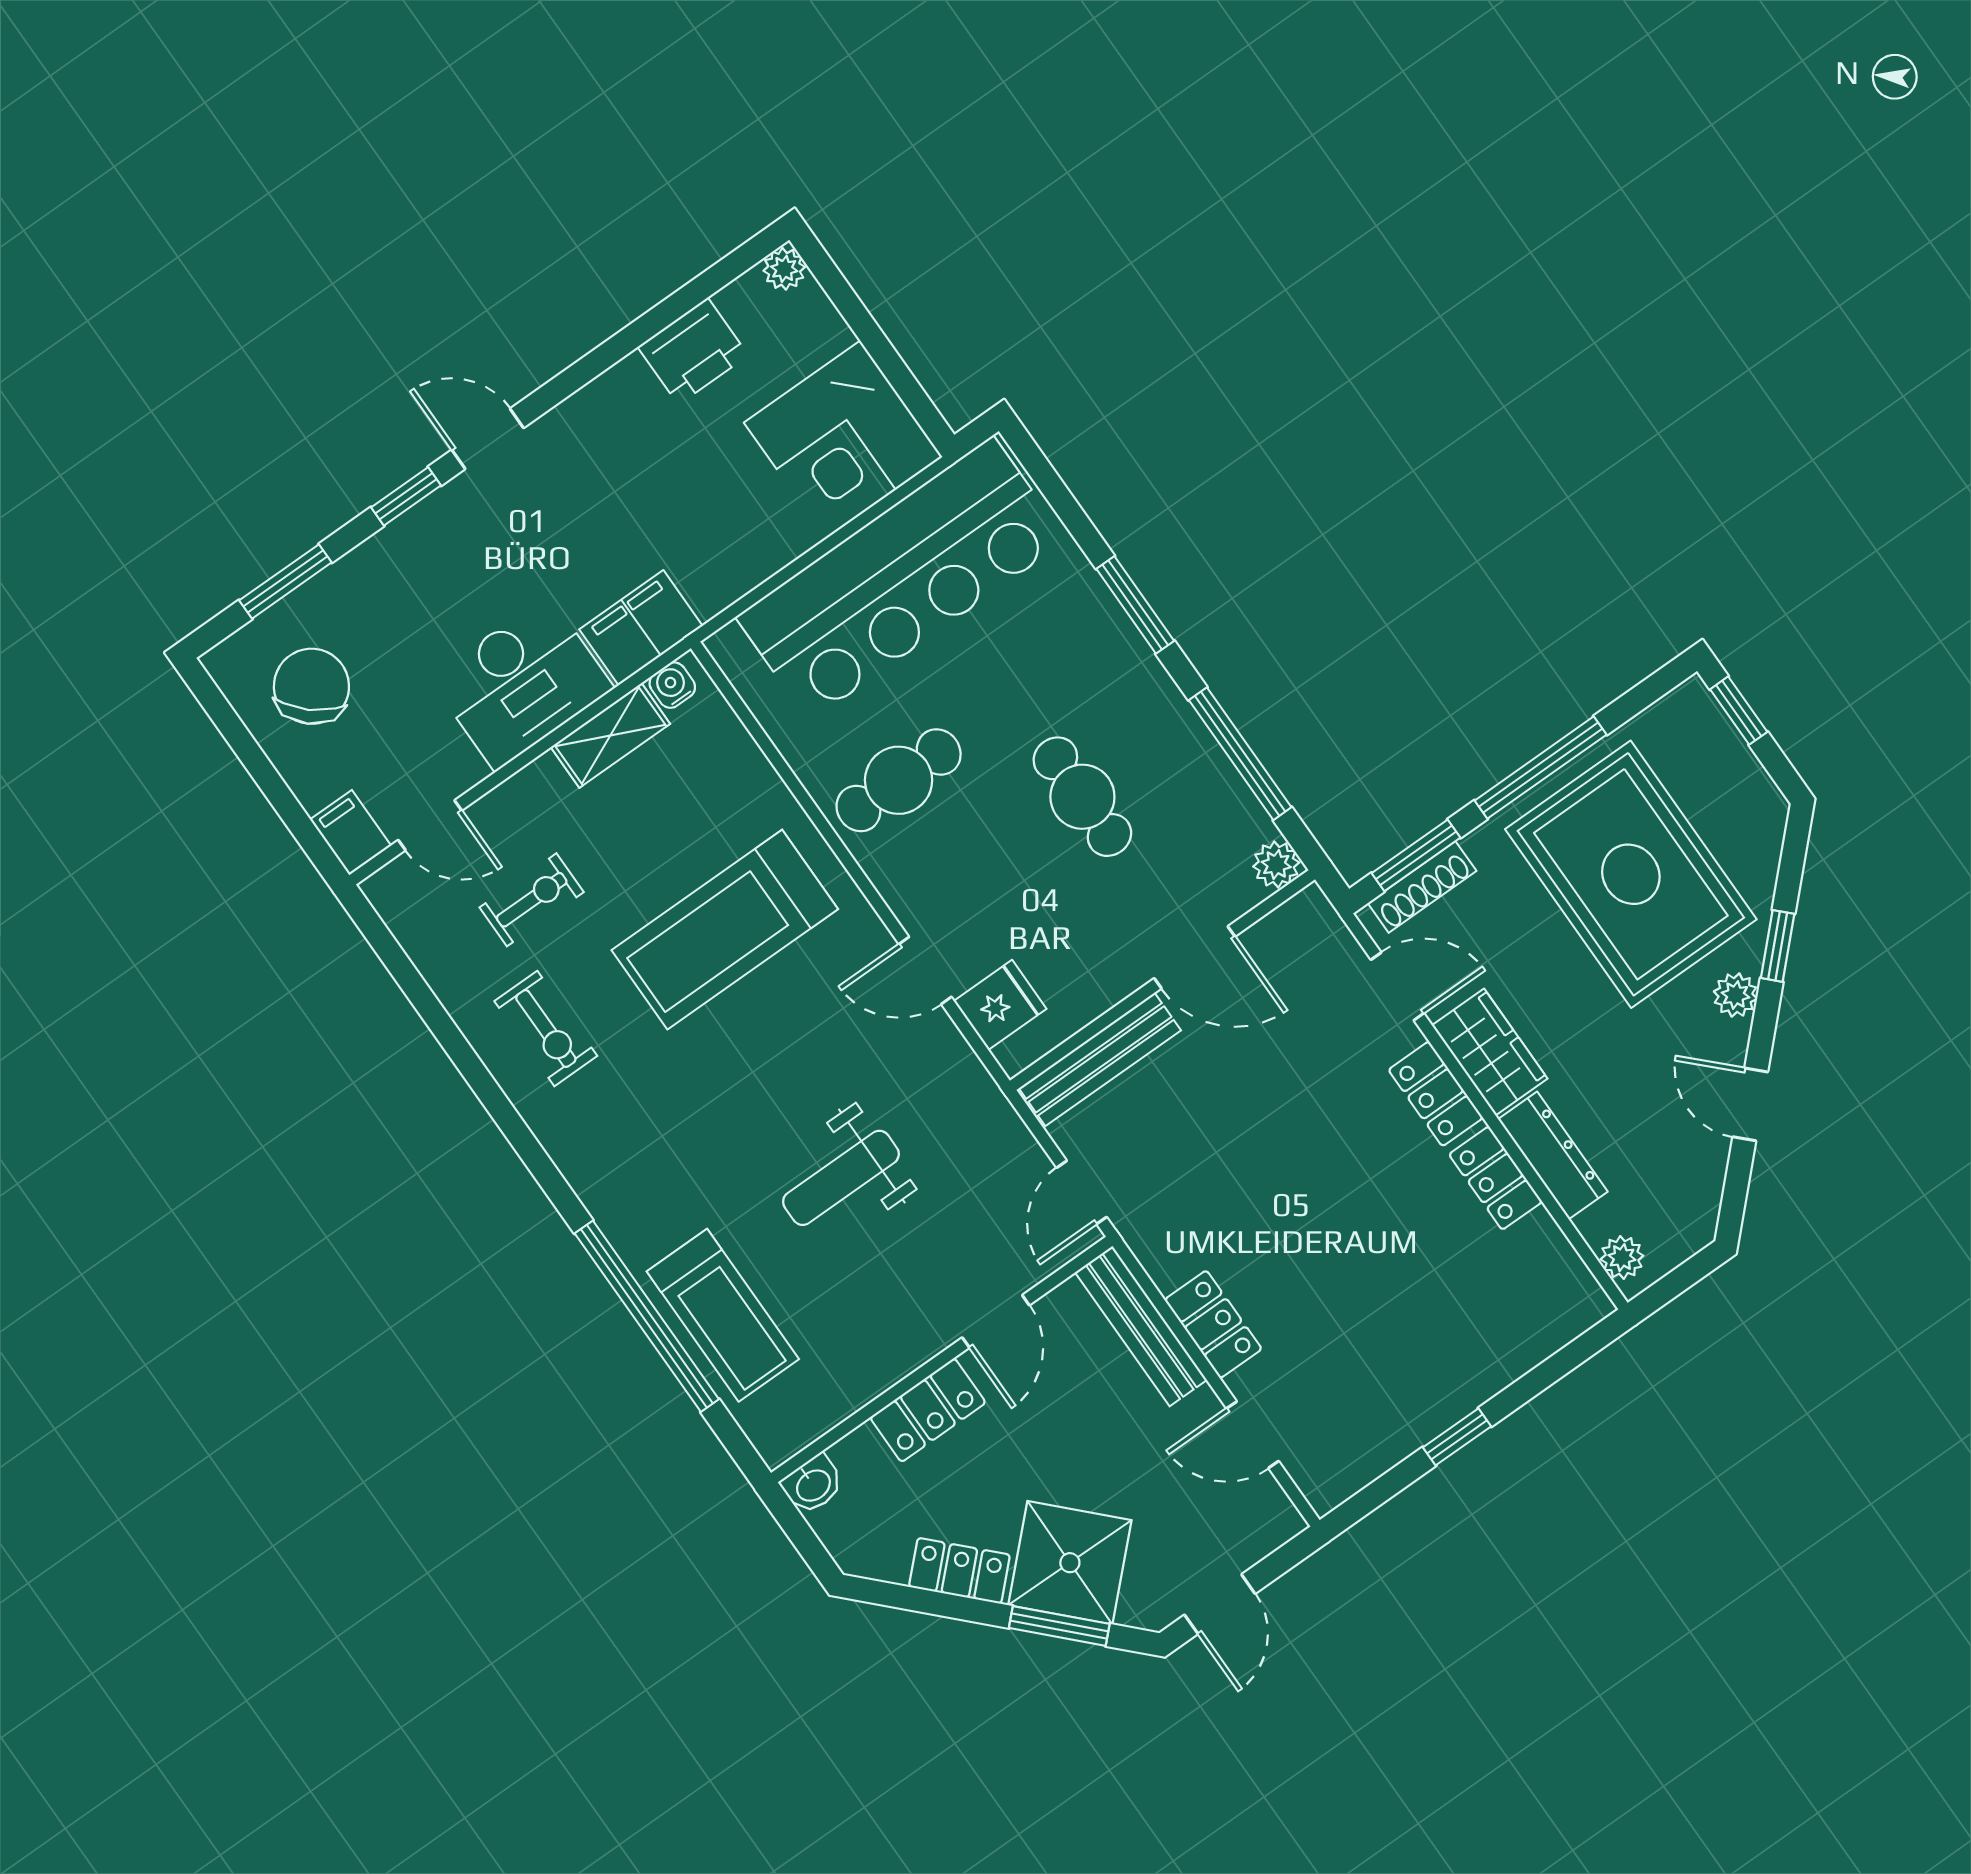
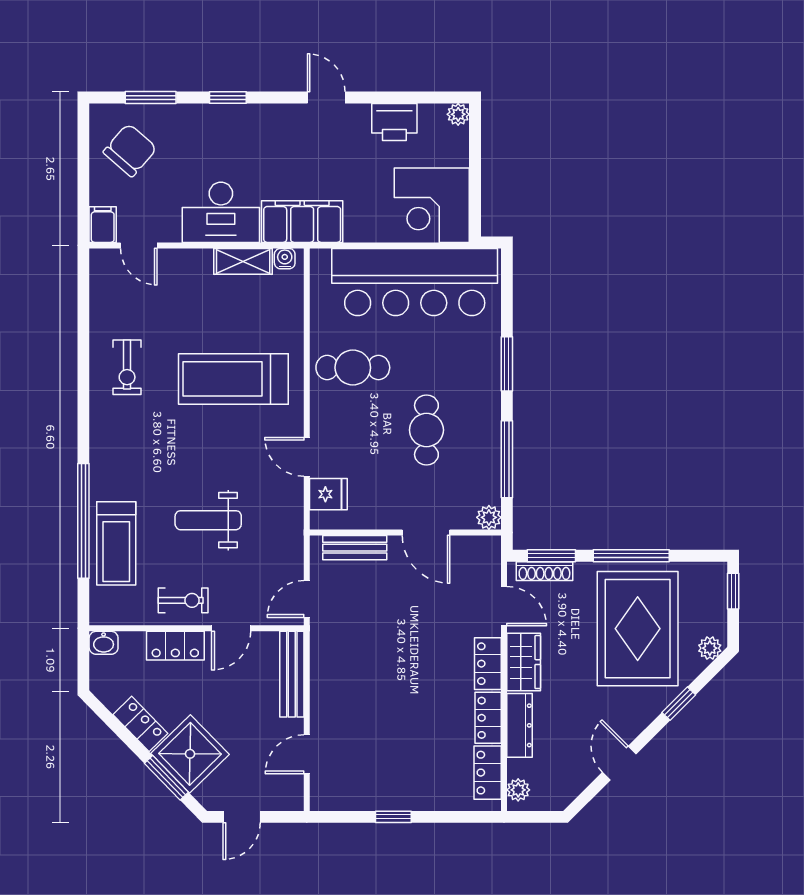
door: (488, 439) -> (326, 97), moved
filing cabinet: (641, 628) -> (302, 222), width x1.50, depth x1.17
exercise bike: (532, 900) -> (183, 600), moved
plant: (1735, 995) -> (710, 648), moved
bench: (1100, 1059) -> (355, 548), width x0.73
locker: (1213, 1324) -> (488, 773), moved, turned 180
door: (1253, 1435) -> (307, 754), hinge flipped

